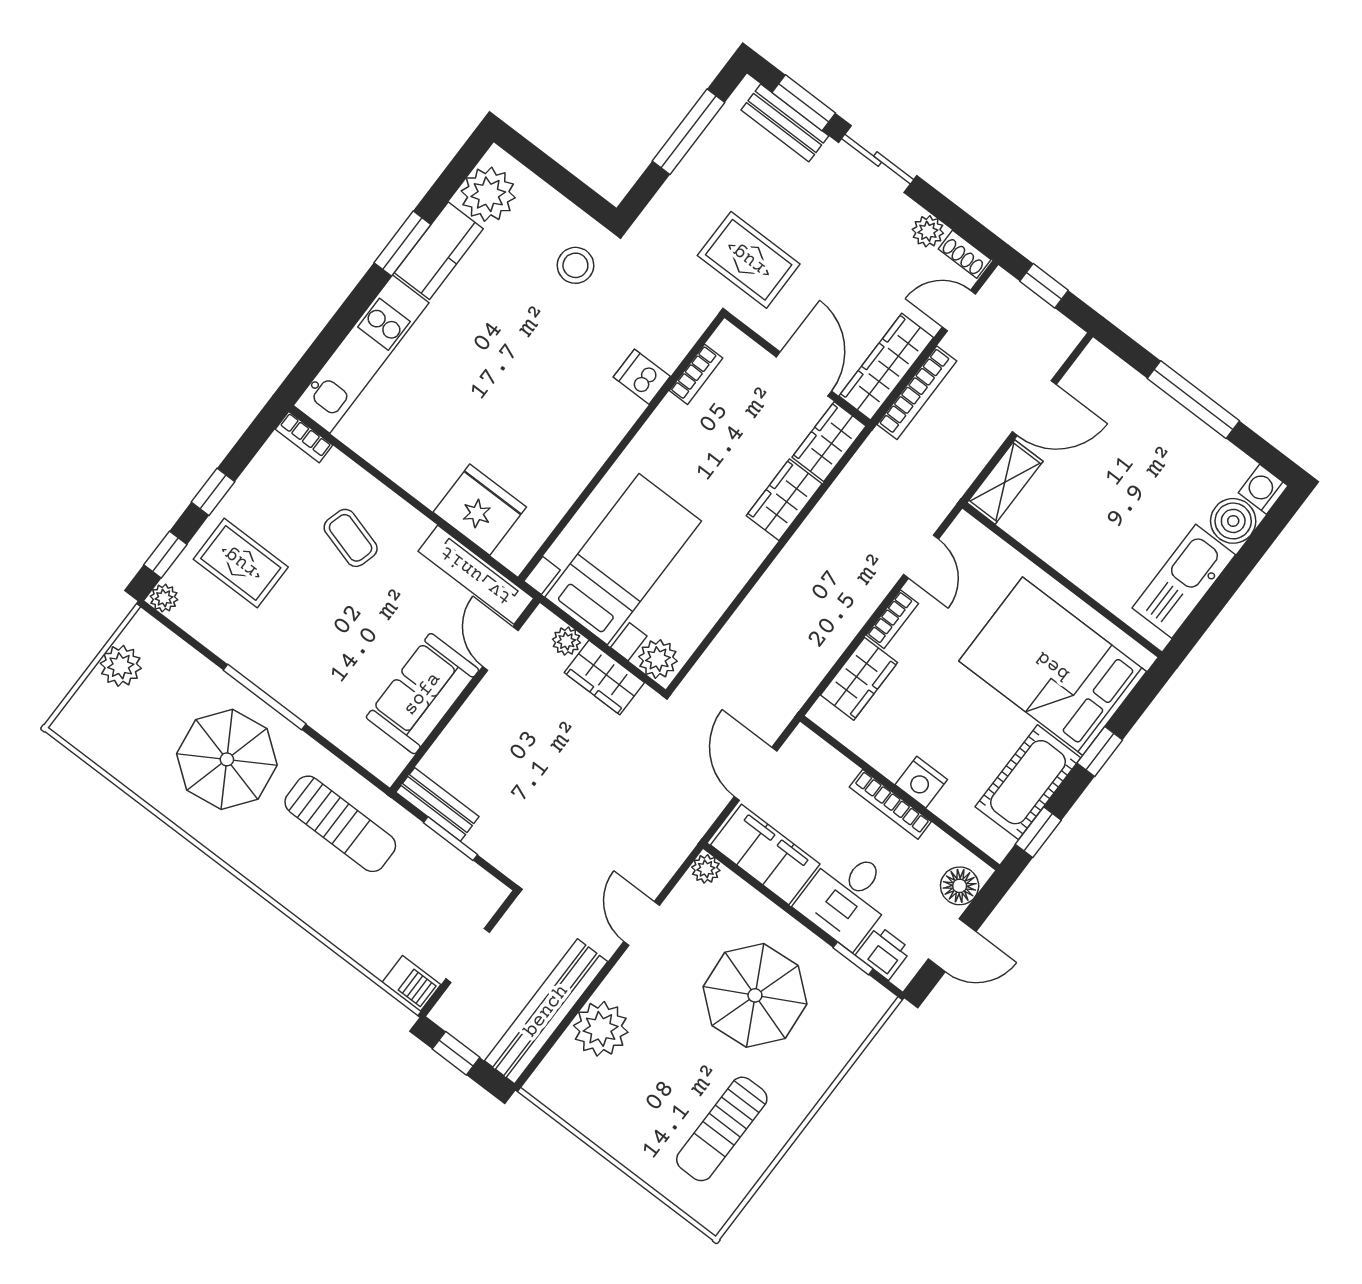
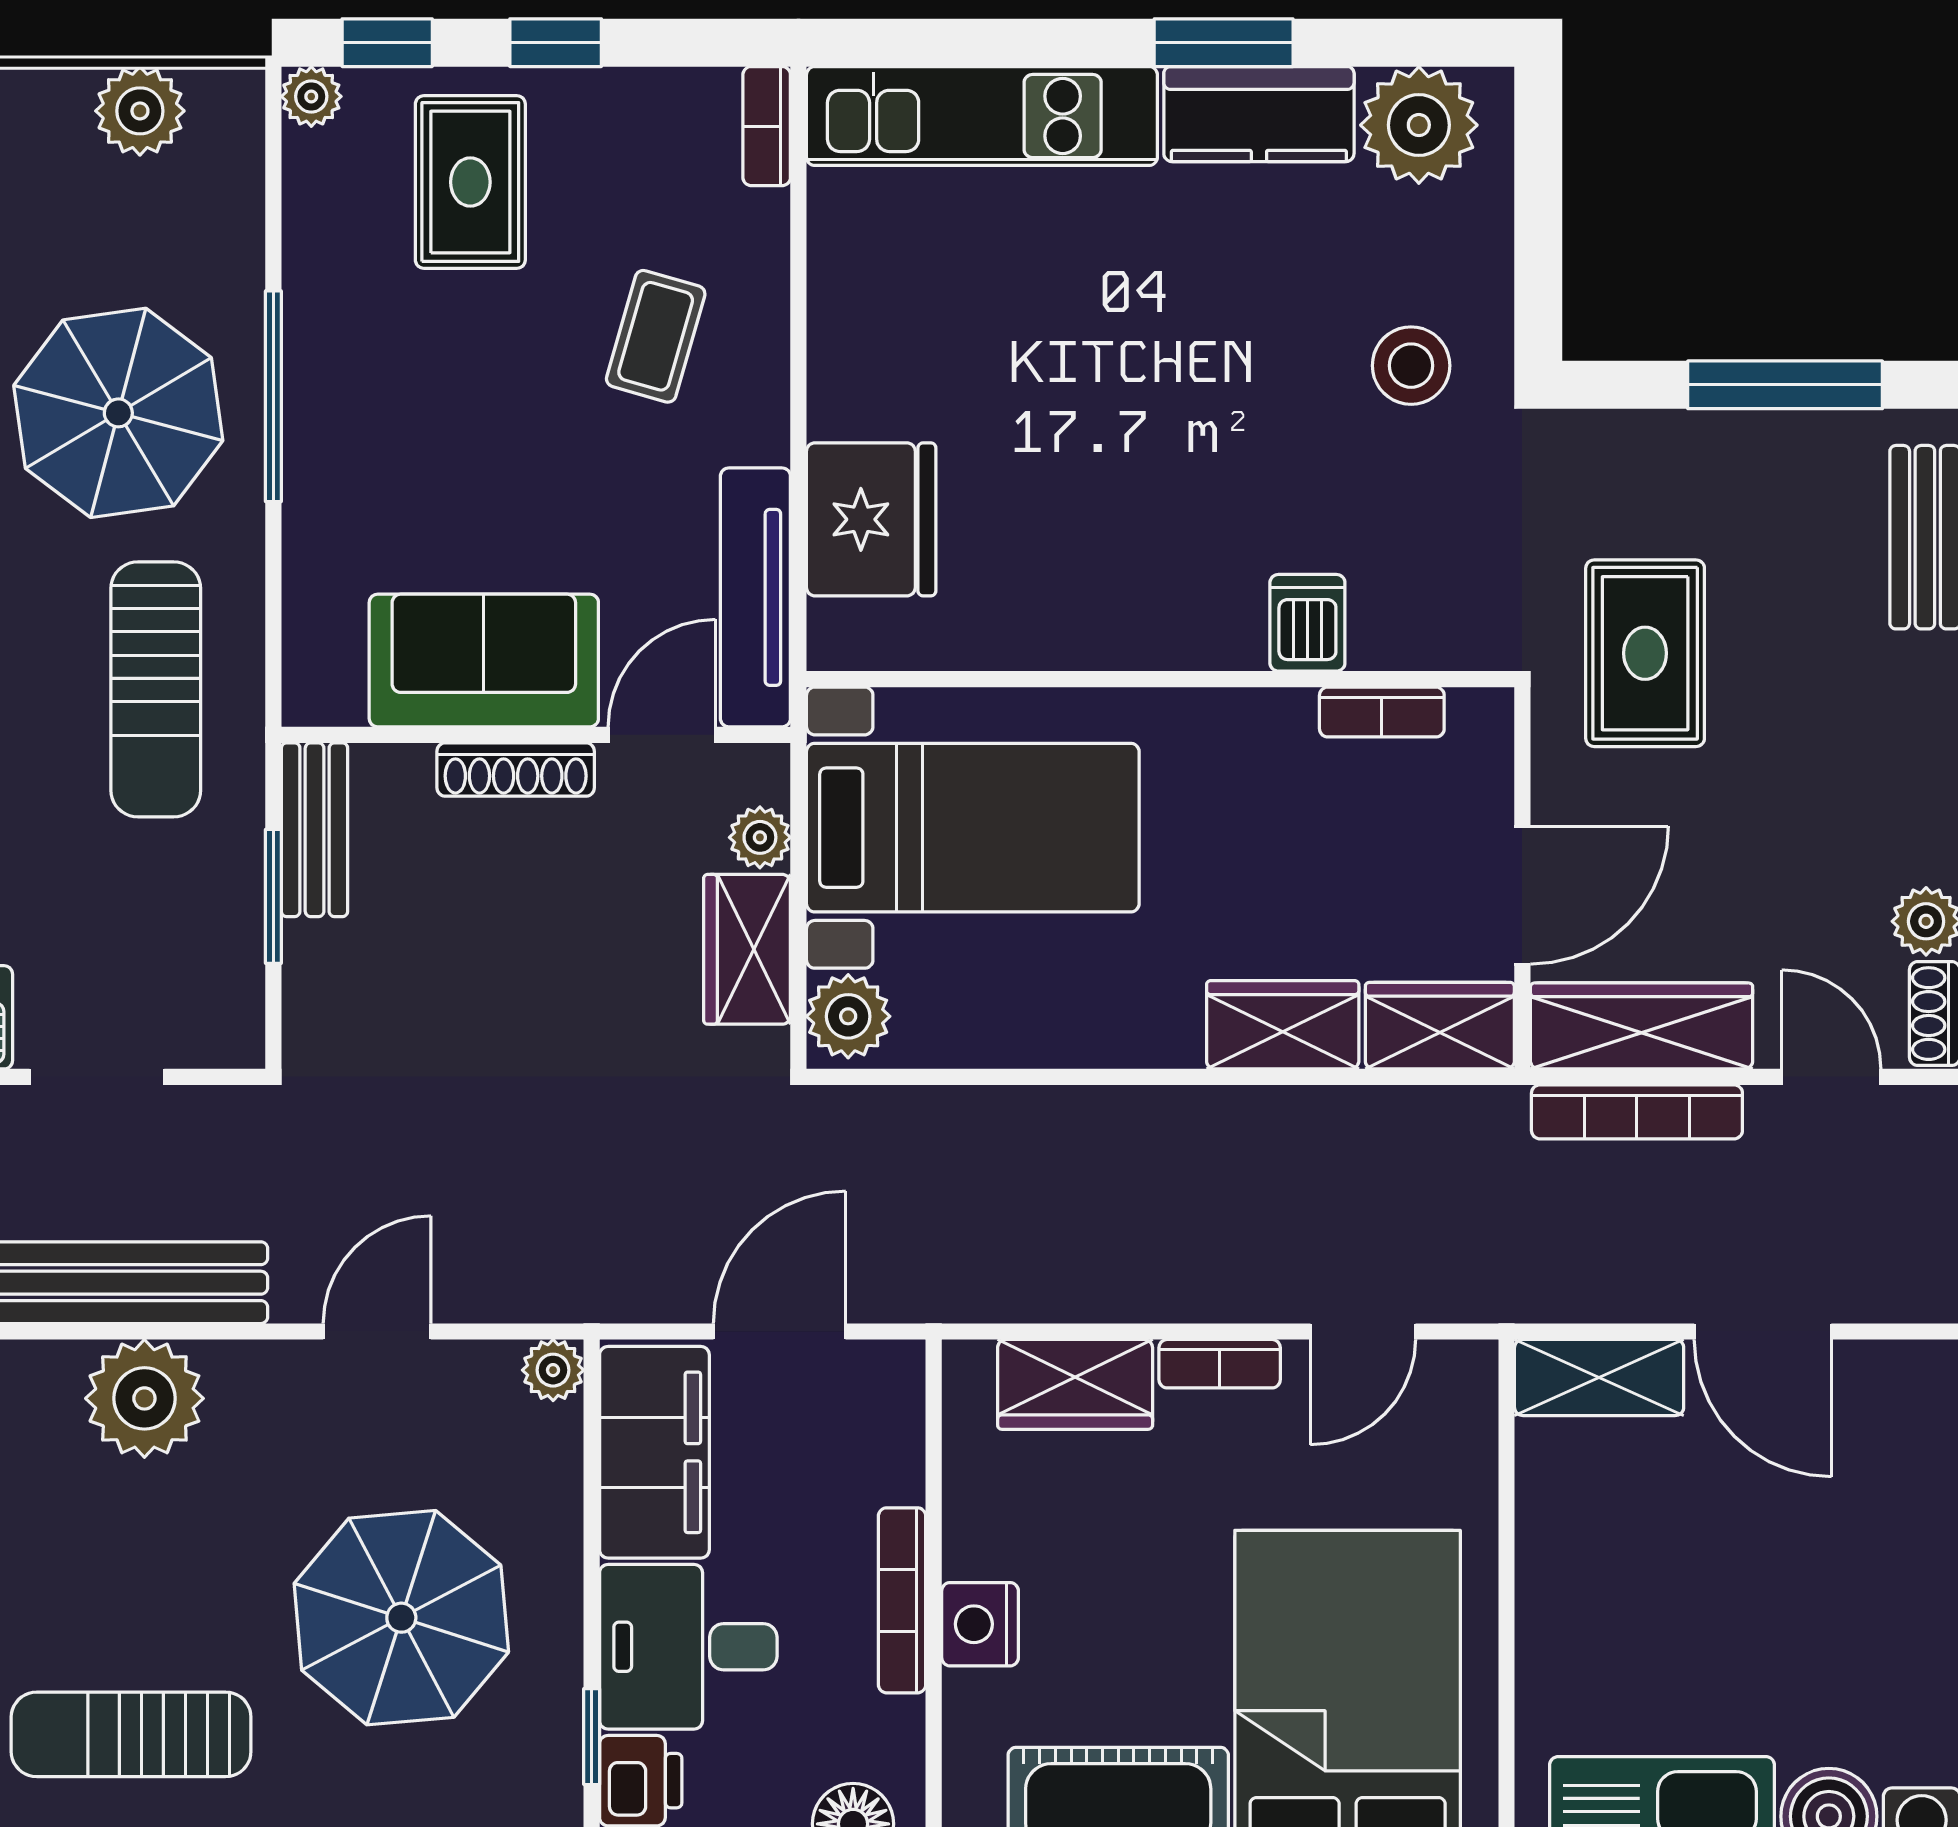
shoe rack: (472, 713) -> (516, 770), added

